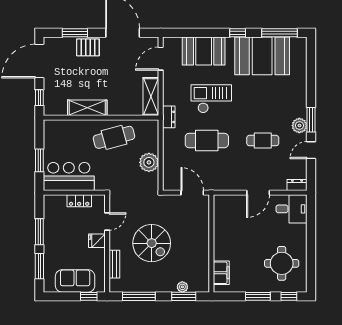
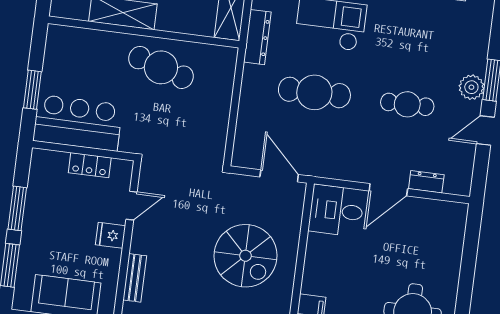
dresser: (169, 117) -> (257, 37), width x1.44
cafe table: (114, 137) -> (161, 67), turned 32
plant: (149, 162) -> (214, 116), removed
dresser: (297, 185) -> (426, 182), moved
desk: (292, 209) -> (336, 211), moved, turned 180
spiral stairs: (152, 243) -> (245, 256), moved

